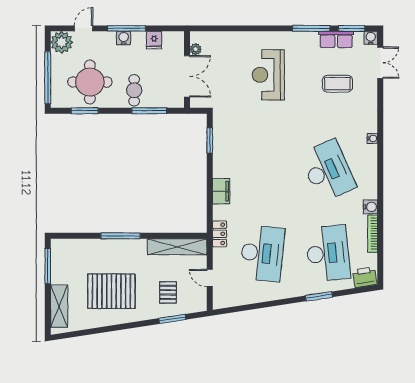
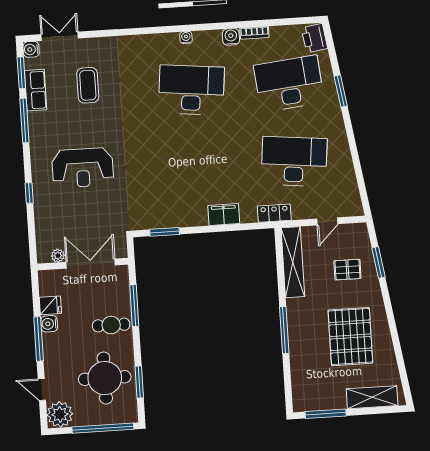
window: (250, 28) -> (29, 193), added
water cooler: (124, 38) -> (49, 324), moved
water cooler: (372, 138) -> (186, 37), moved
desk: (328, 171) -> (191, 90), turned 30
bookcase: (373, 234) -> (254, 33), width x0.64

